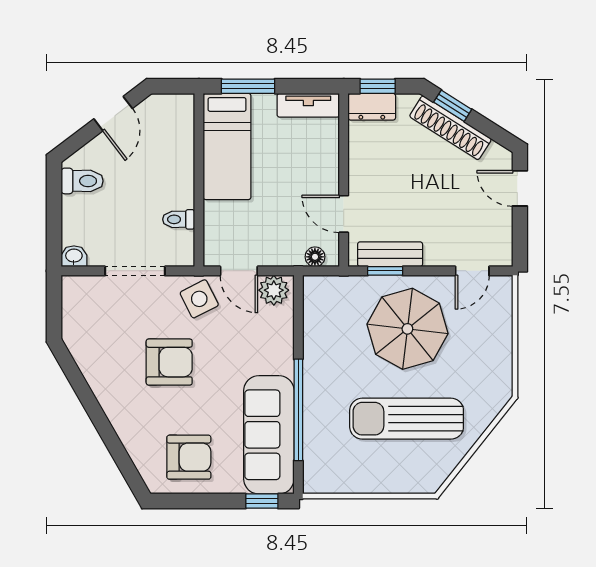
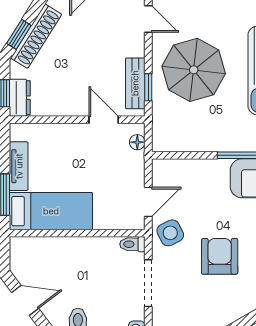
tv unit: (308, 105) -> (19, 166), moved
door: (344, 214) -> (104, 120), swing flipped
toilet: (179, 219) -> (132, 244), moved, turned 90
plant: (274, 290) -> (163, 174), removed

